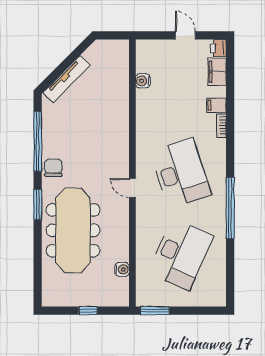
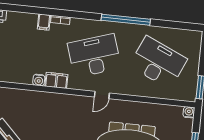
filing cabinet: (217, 72) -> (56, 80), moved, turned 180
water cooler: (143, 81) -> (39, 80), moved
water cooler: (122, 269) -> (189, 112), moved

